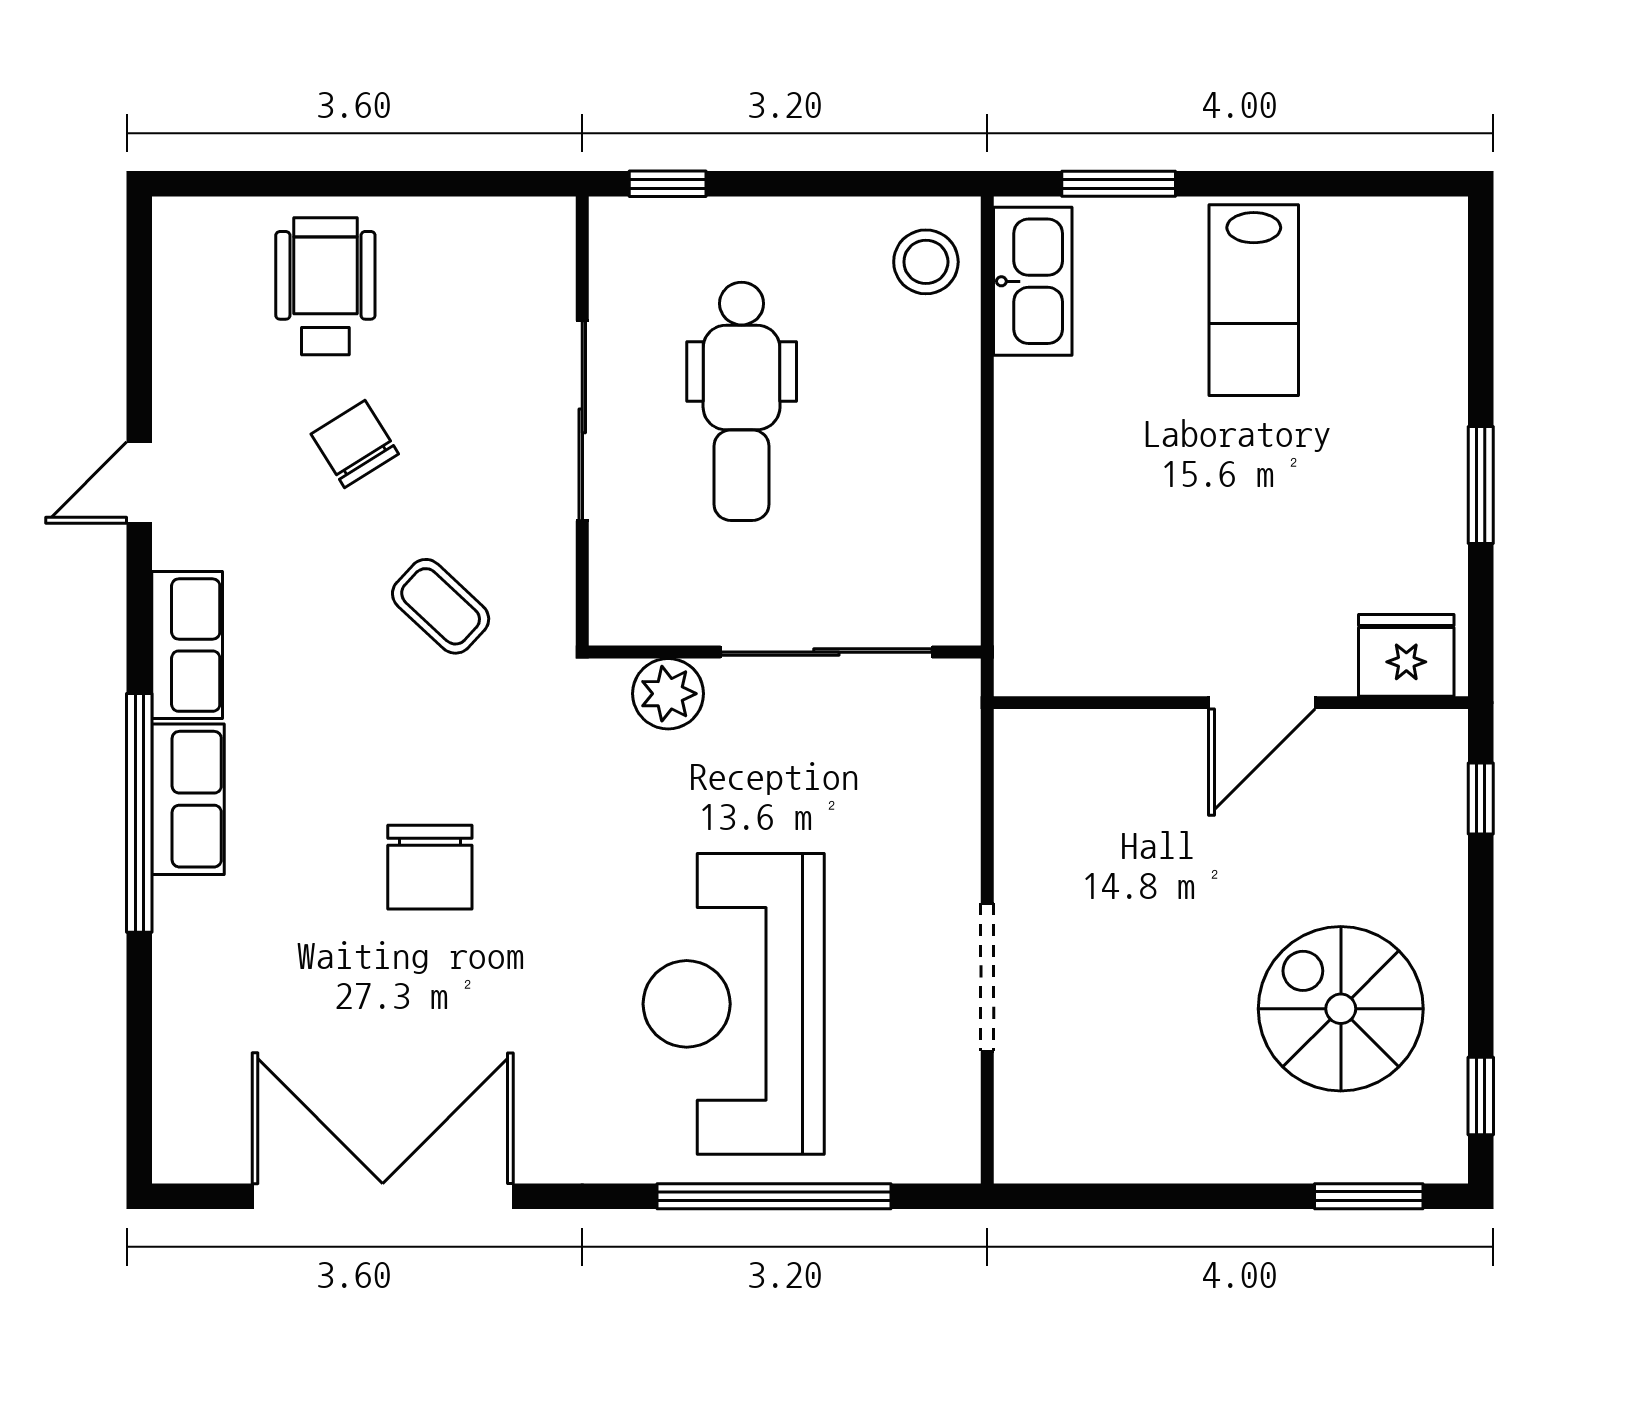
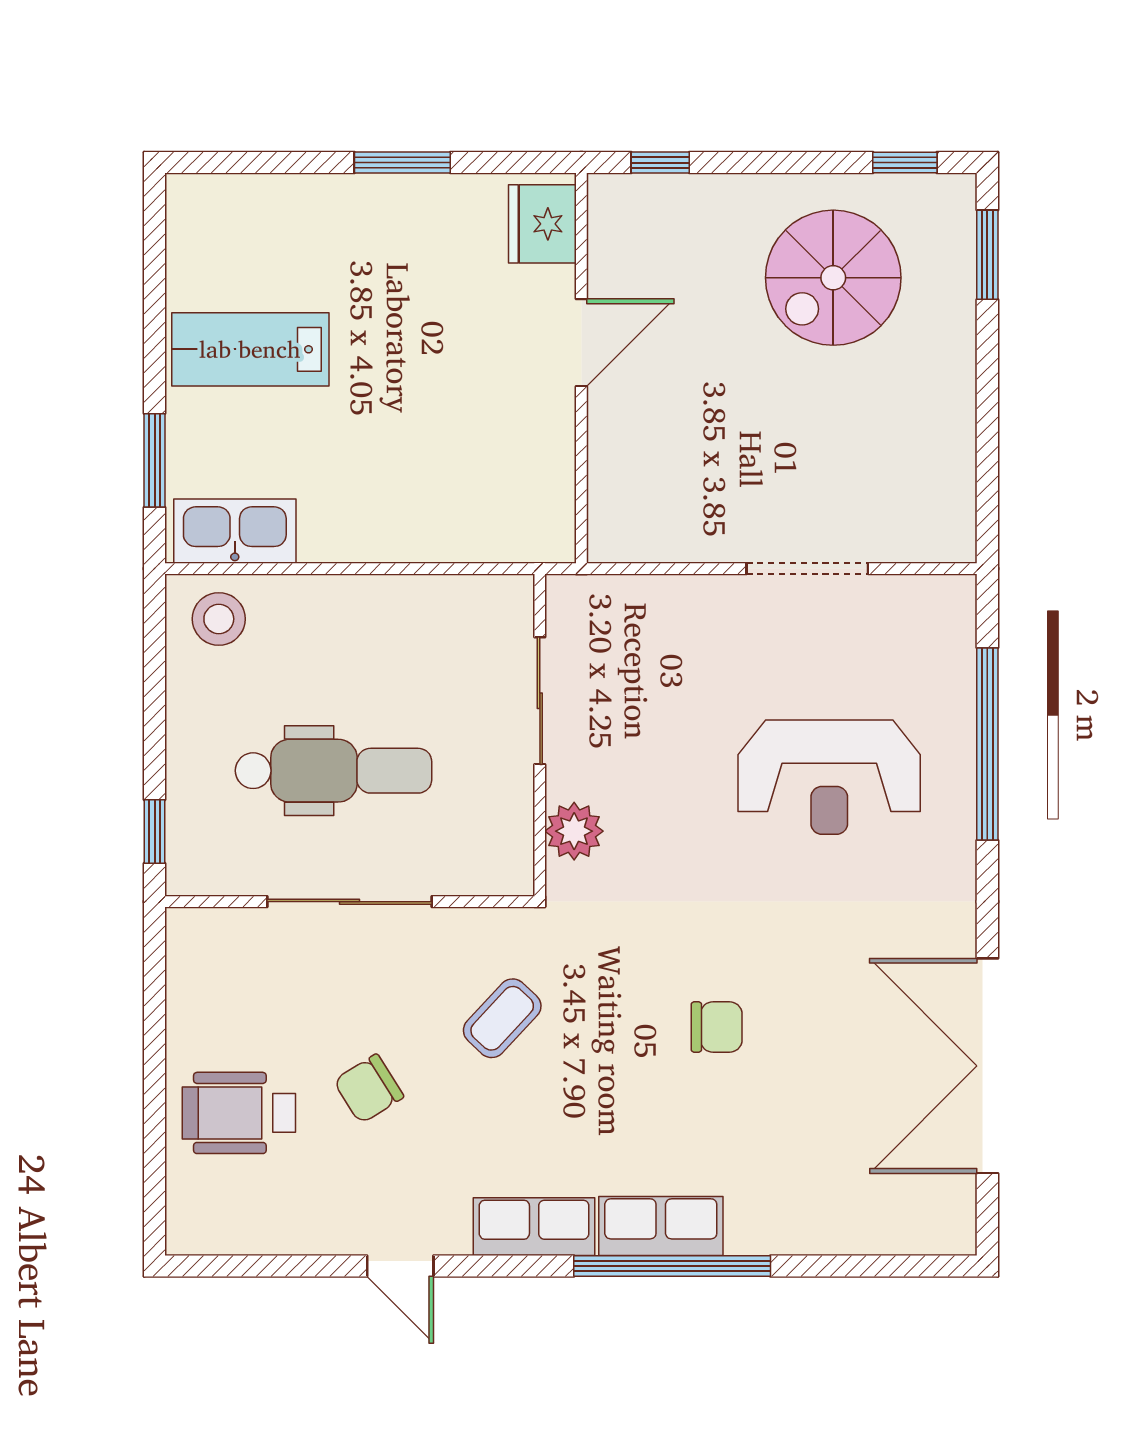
lab bench: (1254, 300) -> (250, 349), turned 180
sliding door: (826, 652) -> (540, 701), width x0.73
door: (1262, 703) -> (581, 343), hinge flipped
chair: (430, 867) -> (717, 1027), width x0.73, depth x0.73
reception desk: (734, 1004) -> (829, 777), width x0.74, depth x0.77

